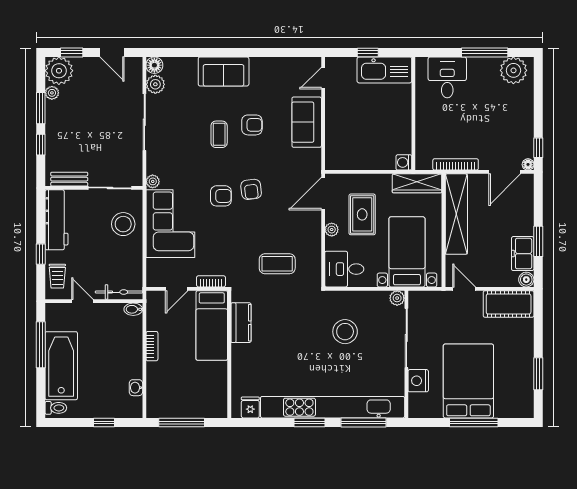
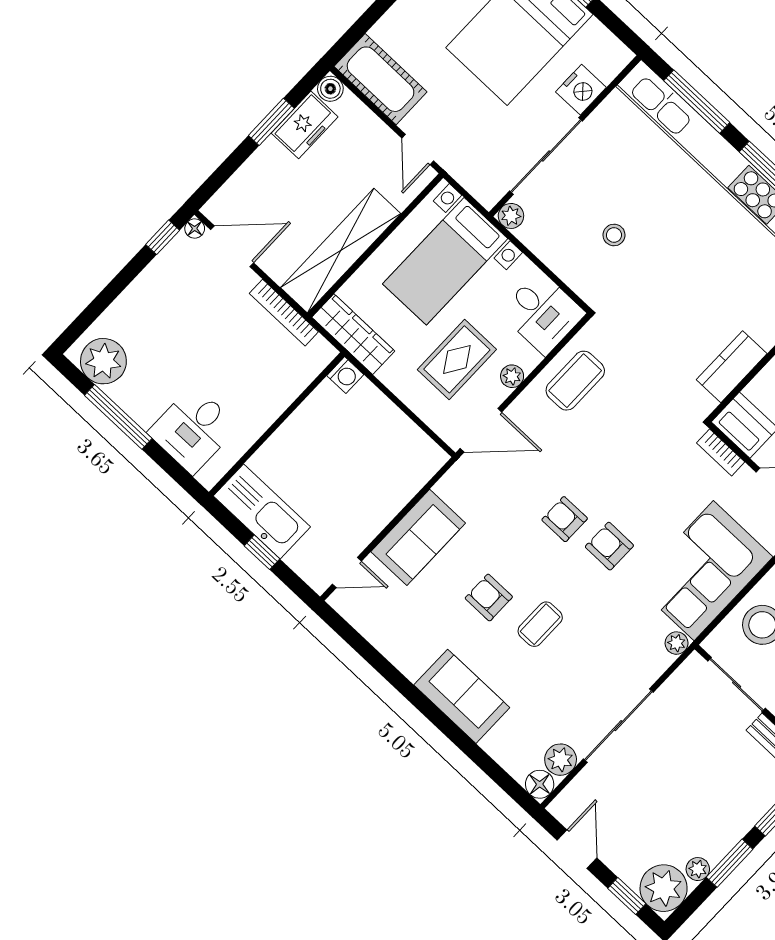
armchair: (251, 189) -> (565, 519), turned -83
coffee table: (277, 264) -> (575, 381), moved, turned 90
stool: (345, 332) -> (614, 235), width x0.53, depth x0.53

